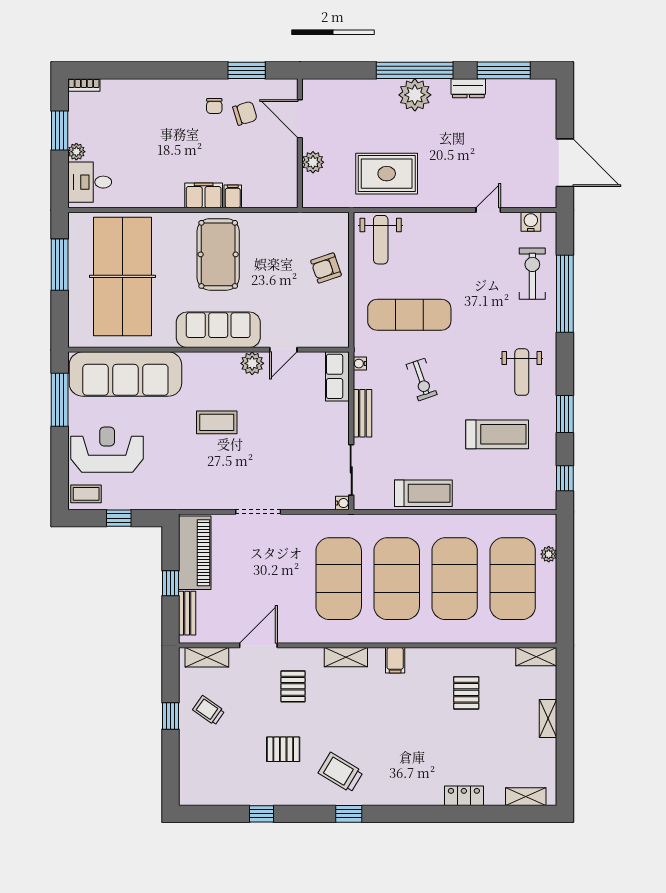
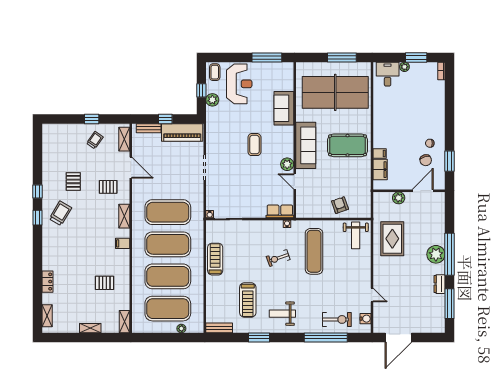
filing cabinet: (204, 195) -> (380, 170), moved
weight bench: (381, 240) -> (356, 235), turned -90
sofa: (125, 374) -> (284, 108), width x0.54, depth x0.79
bench: (362, 413) -> (219, 328), moved
window: (565, 478) -> (223, 337), removed
treadmill: (423, 493) -> (215, 259), turned 180
plant: (136, 498) -> (212, 100), added
window: (261, 814) -> (37, 191), moved

